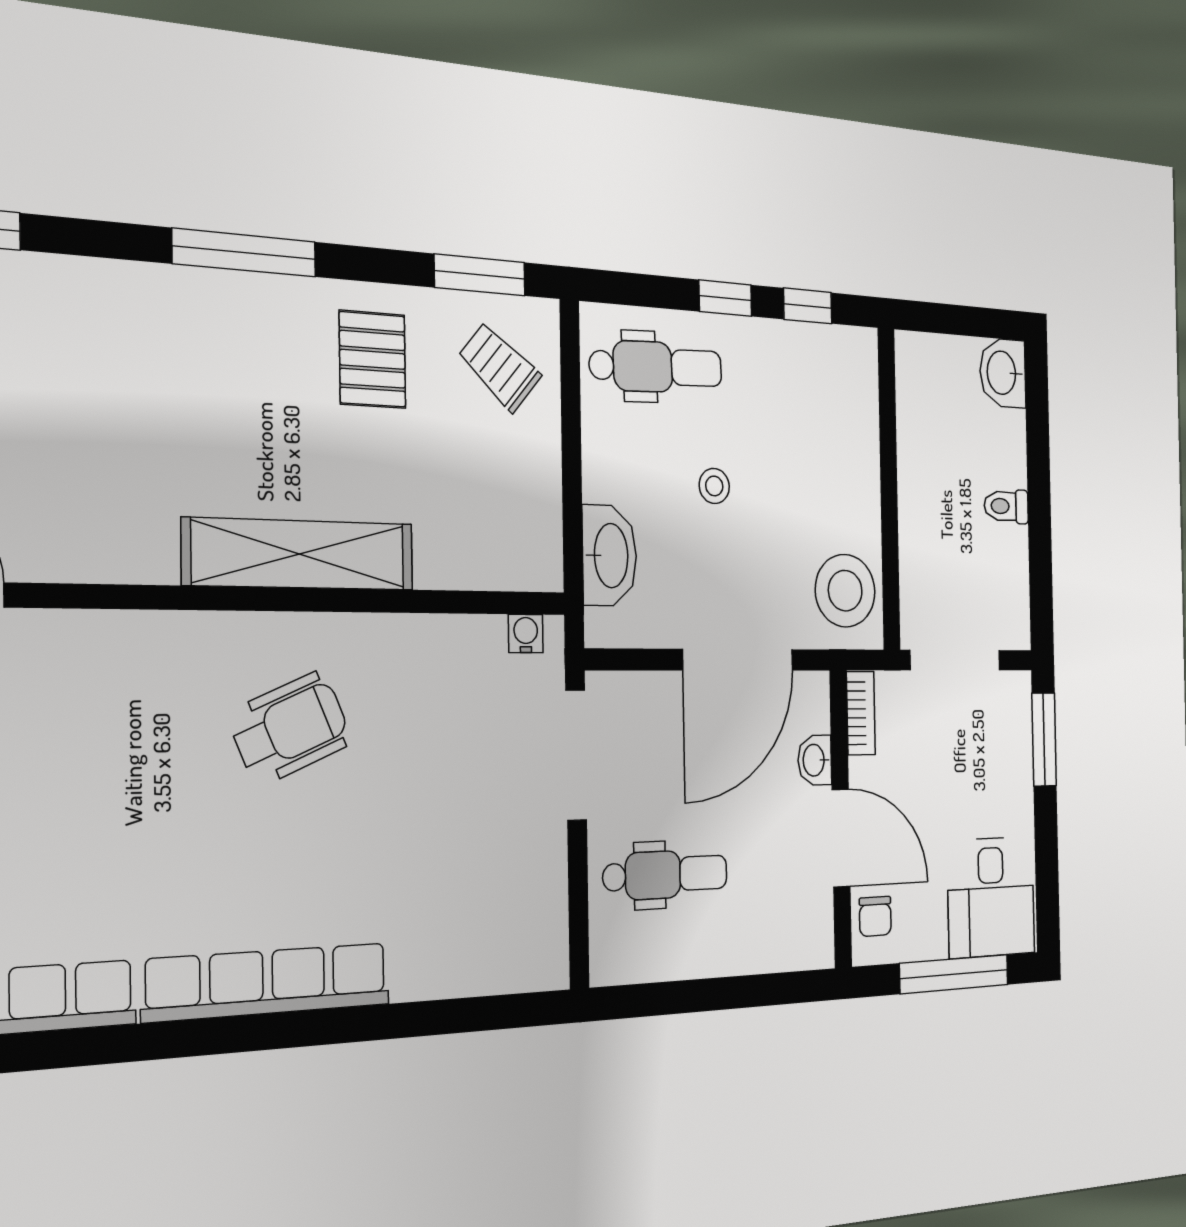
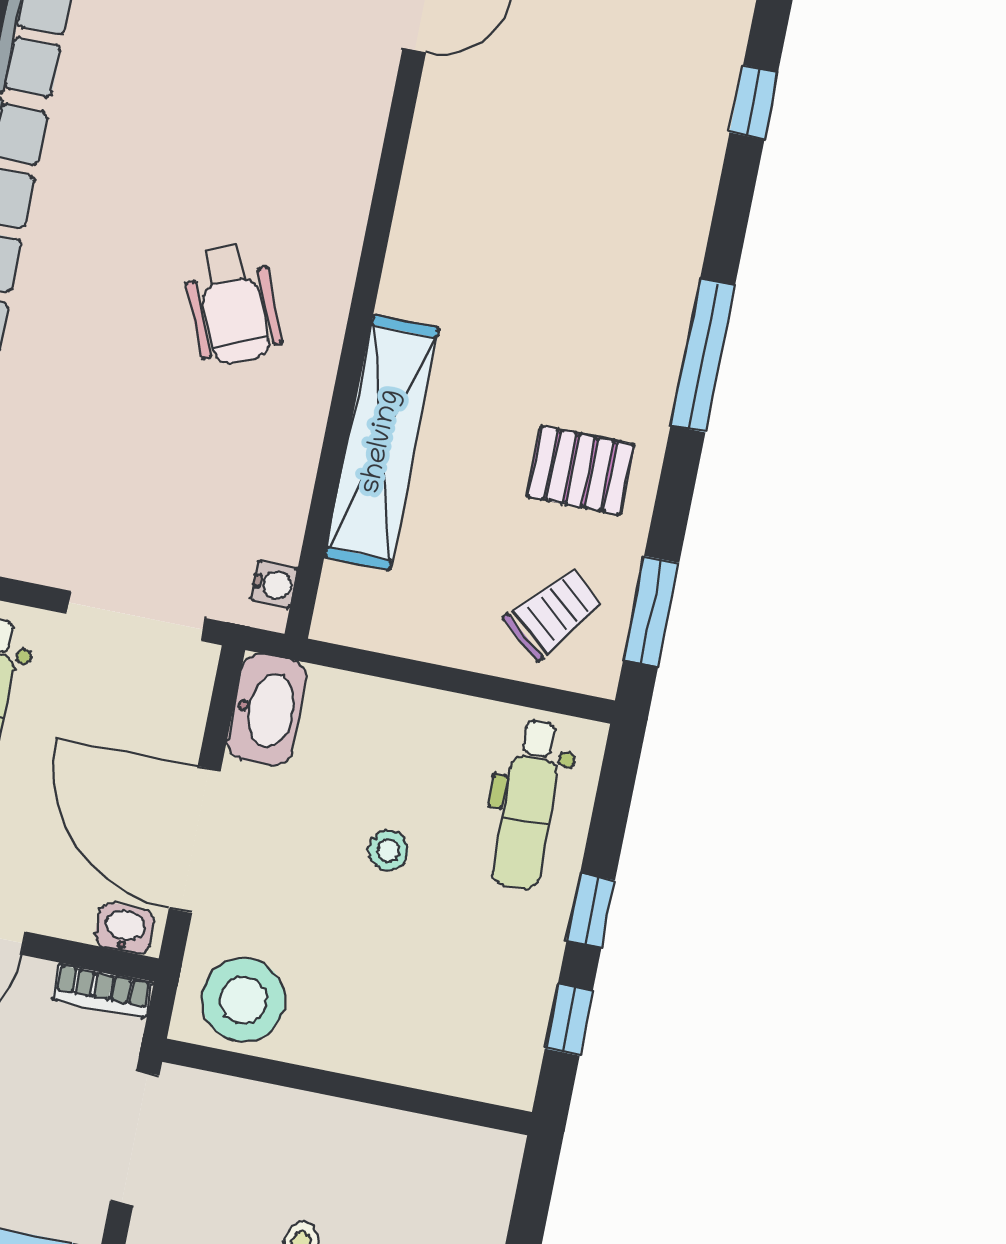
shelving: (299, 554) -> (382, 442), moved
washbasin: (610, 556) -> (267, 710), moved, turned -90
washbasin: (815, 760) -> (125, 928), moved

